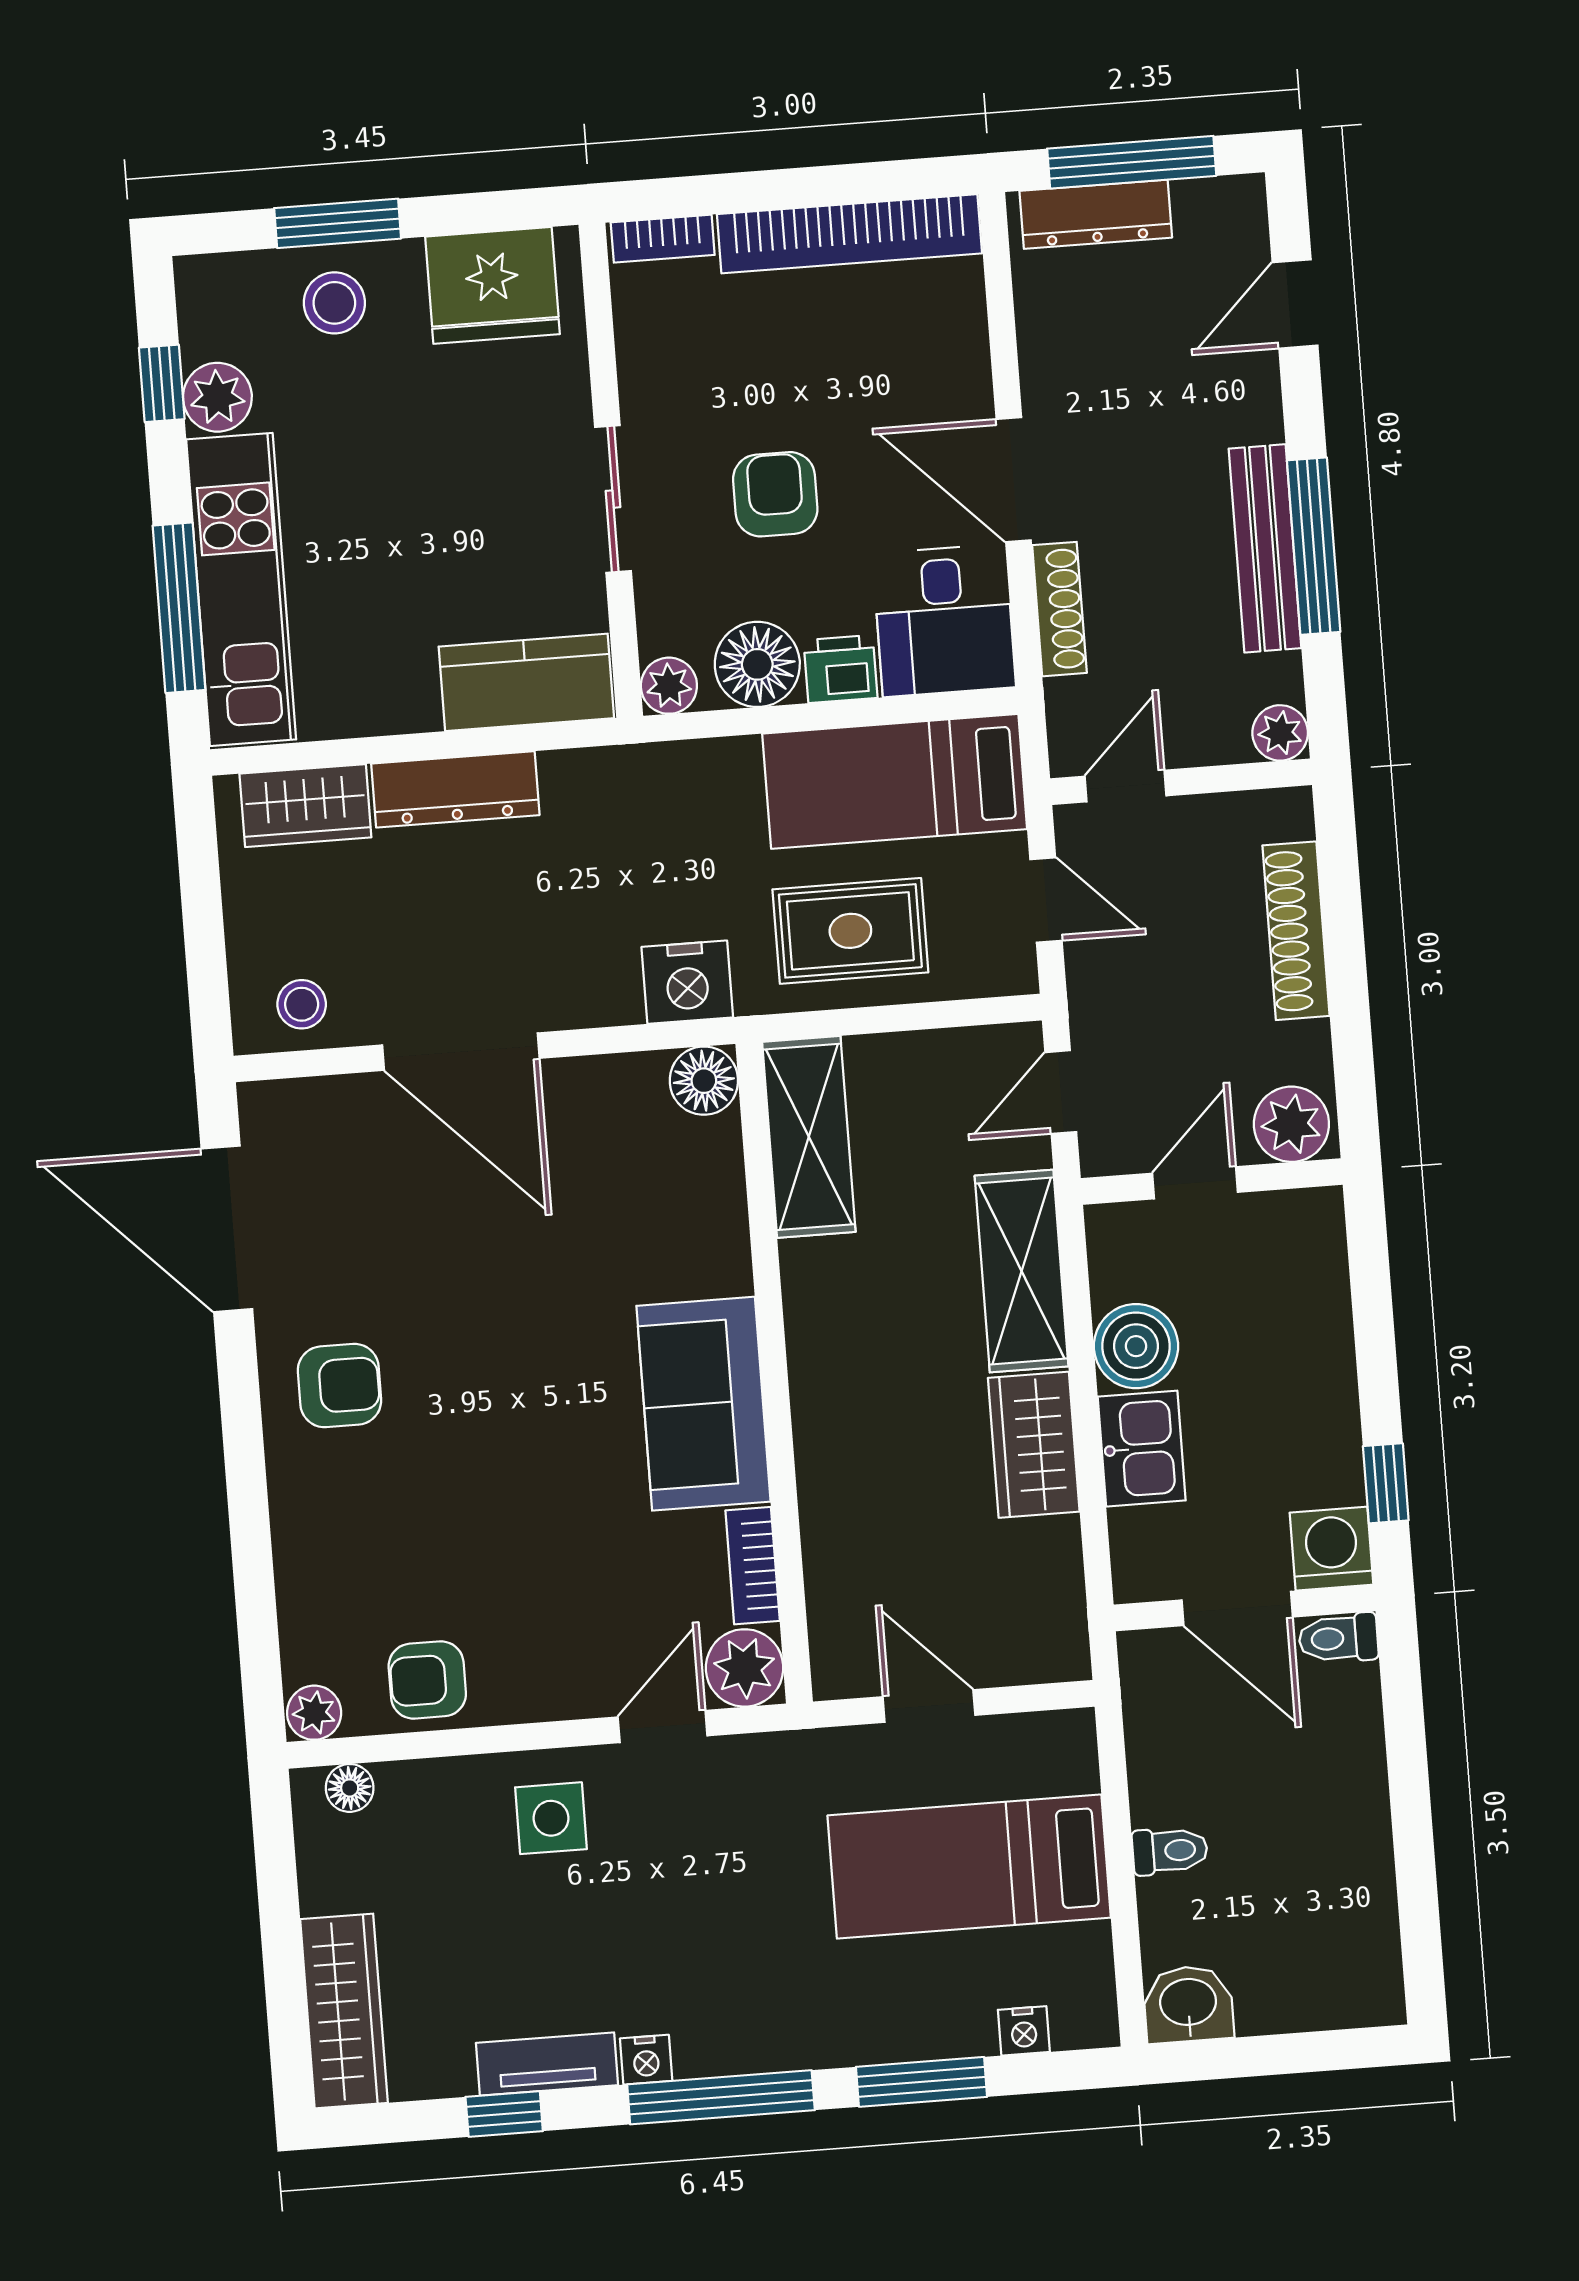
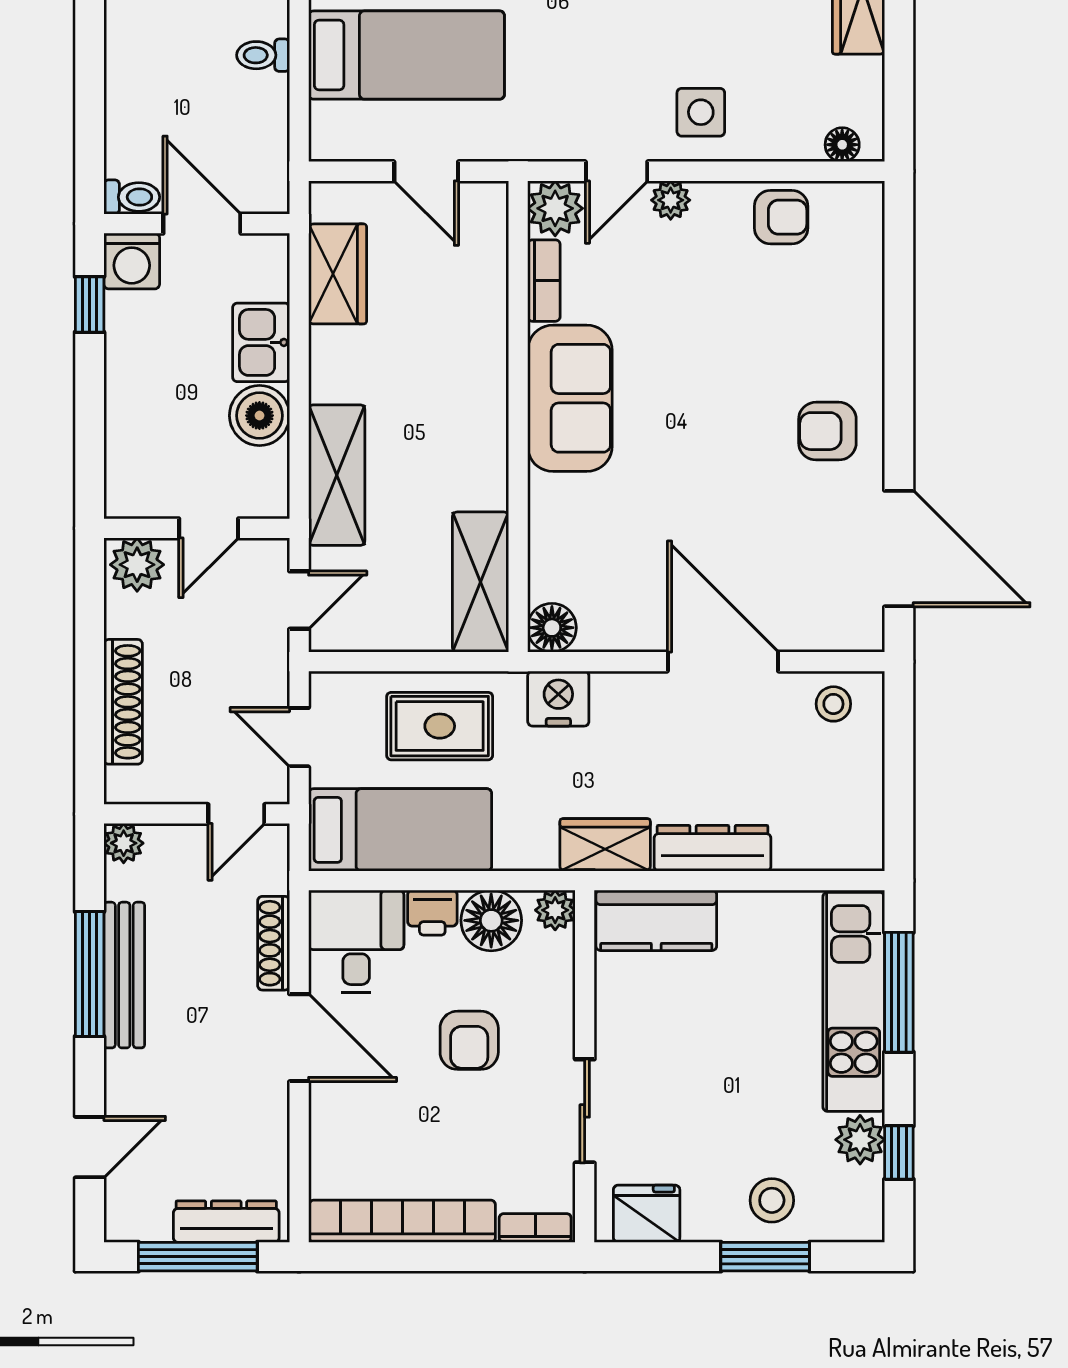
fridge: (493, 285) -> (647, 1214), width x0.73, depth x0.75
sliding door: (613, 499) -> (585, 1111), moved
wardrobe: (305, 806) -> (605, 845), moved
wardrobe: (1034, 1445) -> (338, 274), moved
plant: (314, 1713) -> (671, 200), moved

